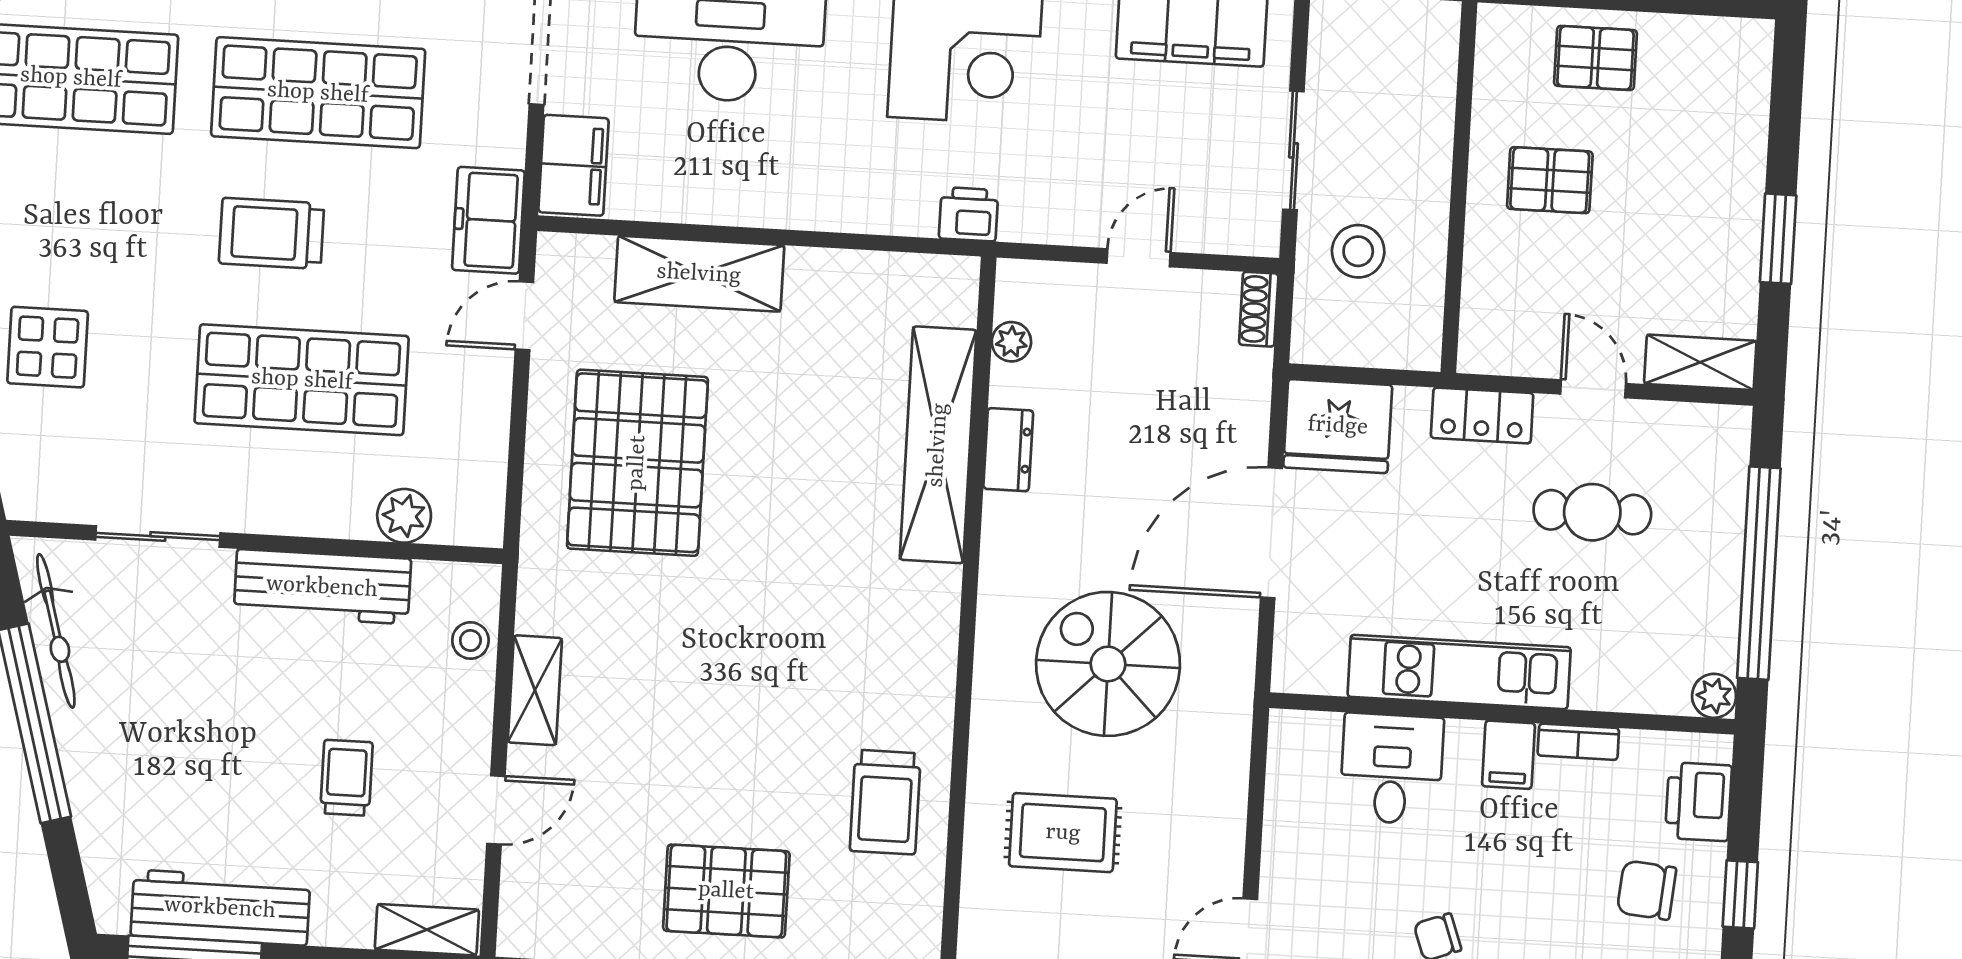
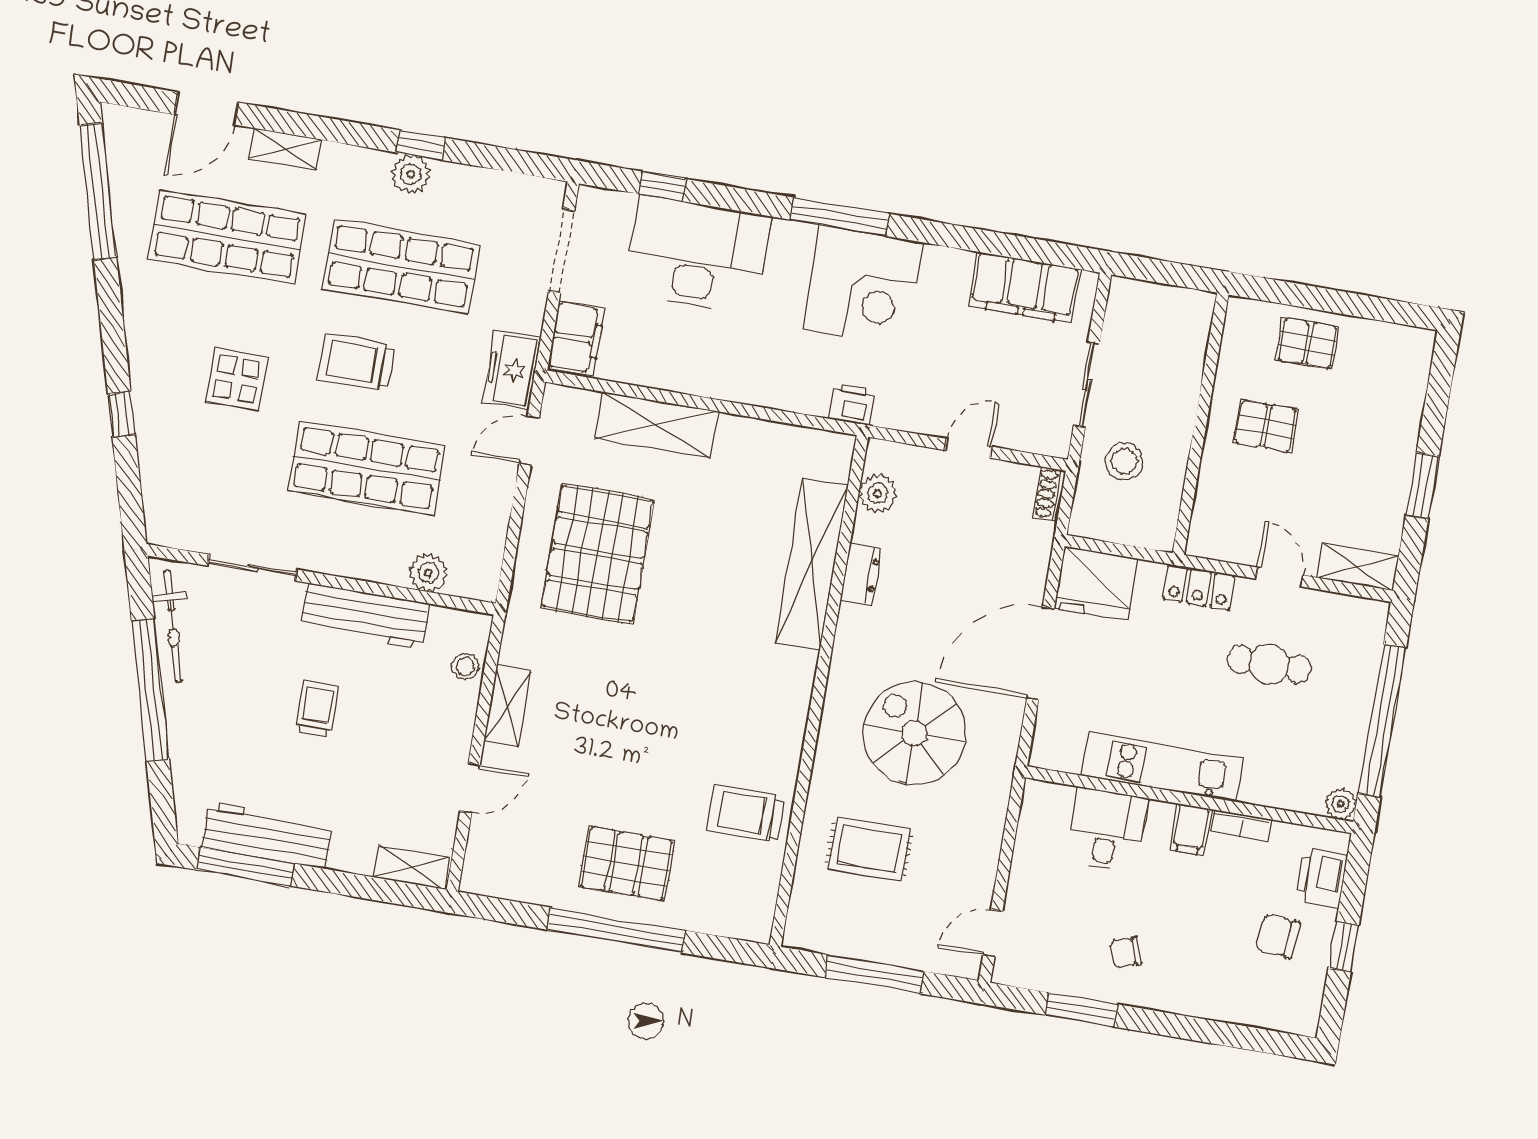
plant: (1011, 342) -> (878, 493), width x1.38, depth x1.38
display table: (48, 347) -> (237, 379), moved
trolley: (347, 778) -> (317, 709), moved
trolley: (885, 802) -> (746, 813), turned 90

